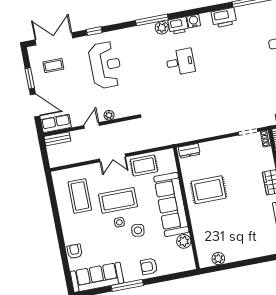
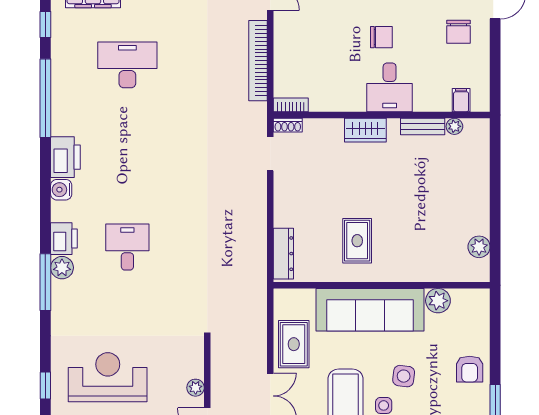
water cooler: (194, 21) -> (61, 190), moved
dresser: (189, 151) -> (283, 254), width x1.44
rug: (209, 190) -> (357, 241), width x0.73, depth x0.70

